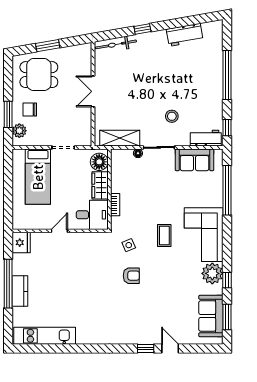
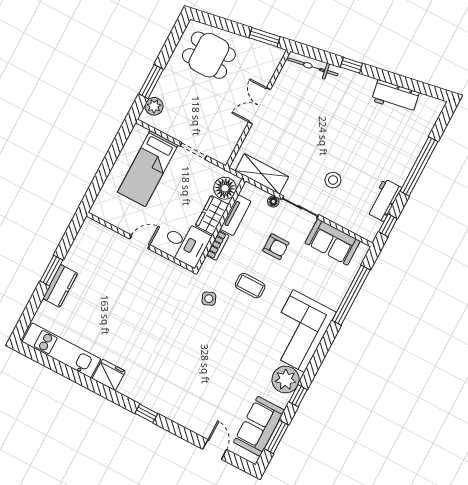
window: (48, 46) -> (265, 37), moved
chair: (30, 109) -> (178, 89), removed
workbench: (206, 138) -> (384, 200), moved, turned -90
tv unit: (117, 177) -> (236, 215), added
coffee table: (164, 236) -> (250, 286), moved, turned 90
fridge: (21, 243) -> (109, 375), moved, turned -90
armchair: (131, 276) -> (276, 247), moved
window: (8, 284) -> (51, 271), width x0.47
window: (146, 349) -> (146, 413), moved
door: (170, 349) -> (215, 449), moved

